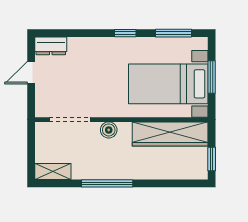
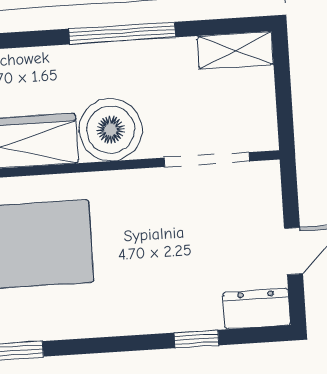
window: (125, 33) -> (196, 339), moved
boiler: (109, 130) -> (111, 130), width x1.86, depth x1.86

